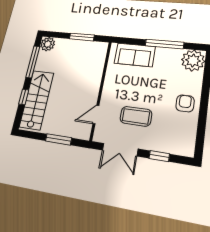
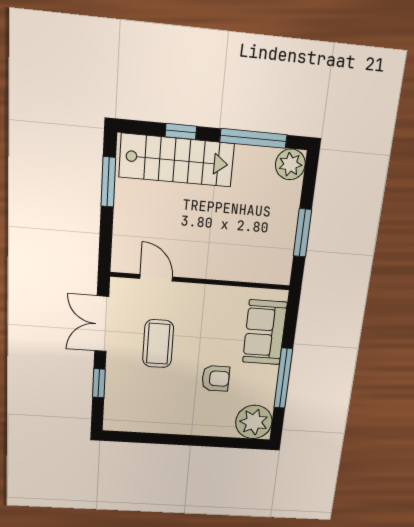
armchair: (185, 103) -> (216, 378), moved
window: (58, 139) -> (108, 182), moved

